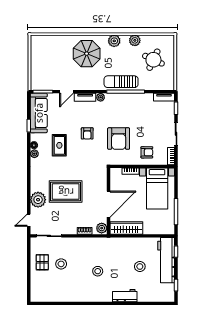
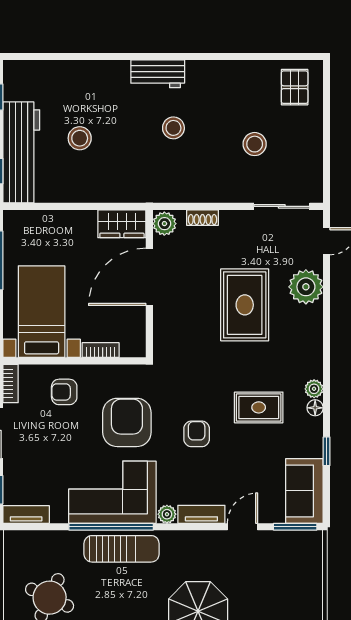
corner sofa: (125, 107) -> (112, 492), added
sofa: (39, 113) -> (304, 491), width x0.73
rug: (59, 145) -> (259, 407), turned 90
rug: (66, 192) -> (245, 305), turned 90
wardrobe: (126, 228) -> (122, 224), width x0.67
pallet: (42, 262) -> (295, 87), moved
workbench: (125, 296) -> (158, 74), moved

